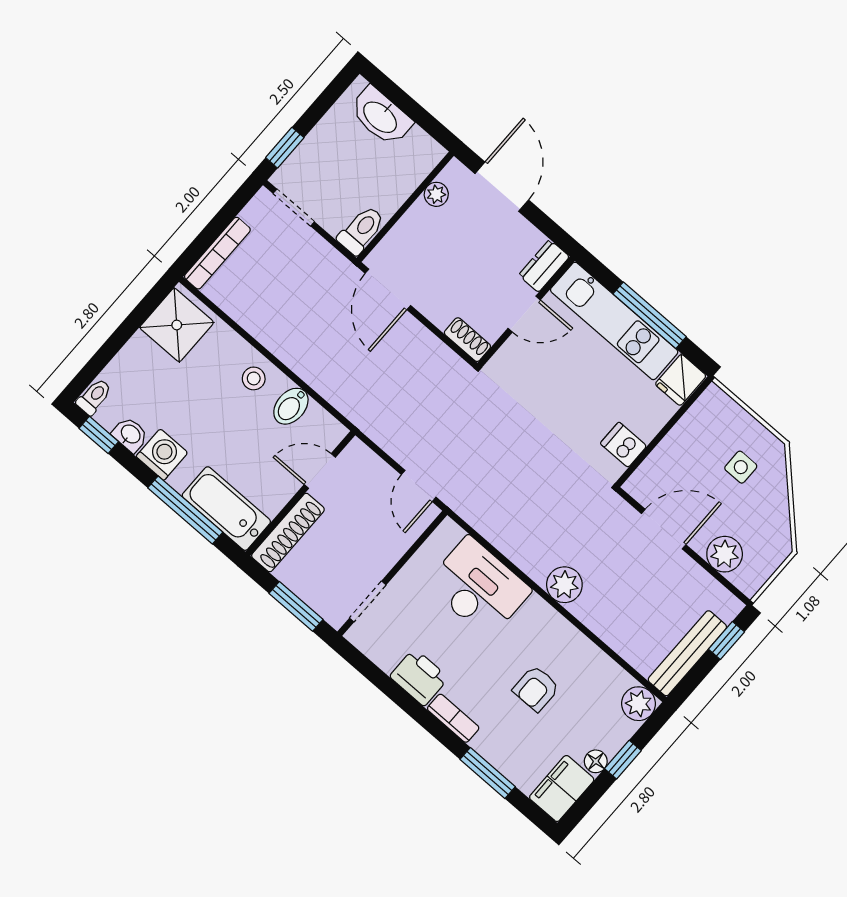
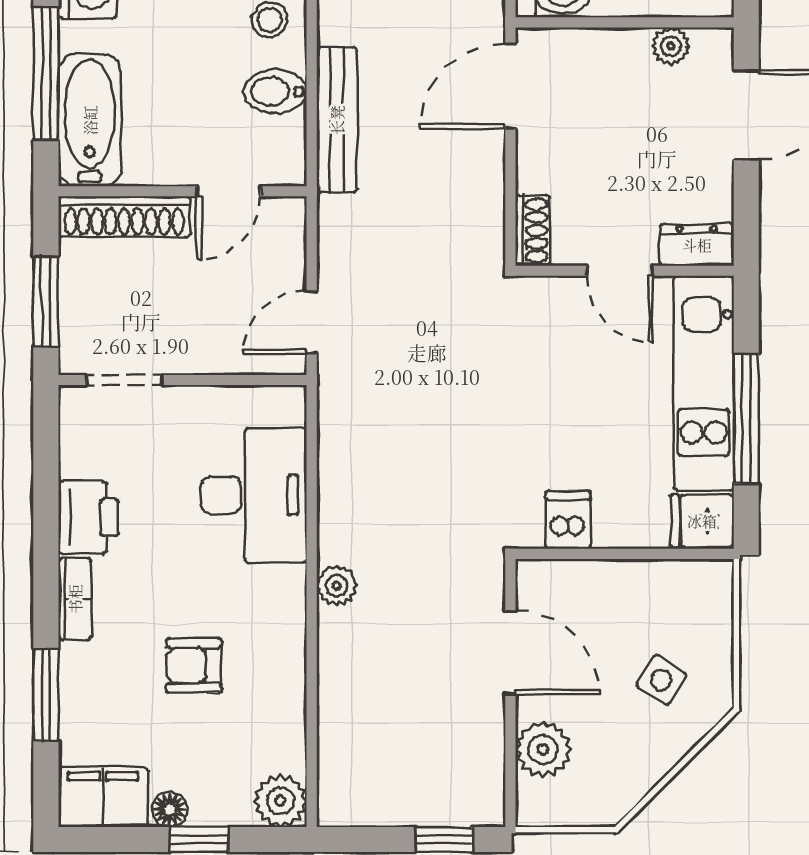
side table: (741, 467) -> (661, 680), turned 32
door: (320, 471) -> (229, 191), swing flipped
plant: (564, 585) -> (337, 586), width x0.73, depth x0.73
bench: (687, 653) -> (337, 120), moved, turned 90

